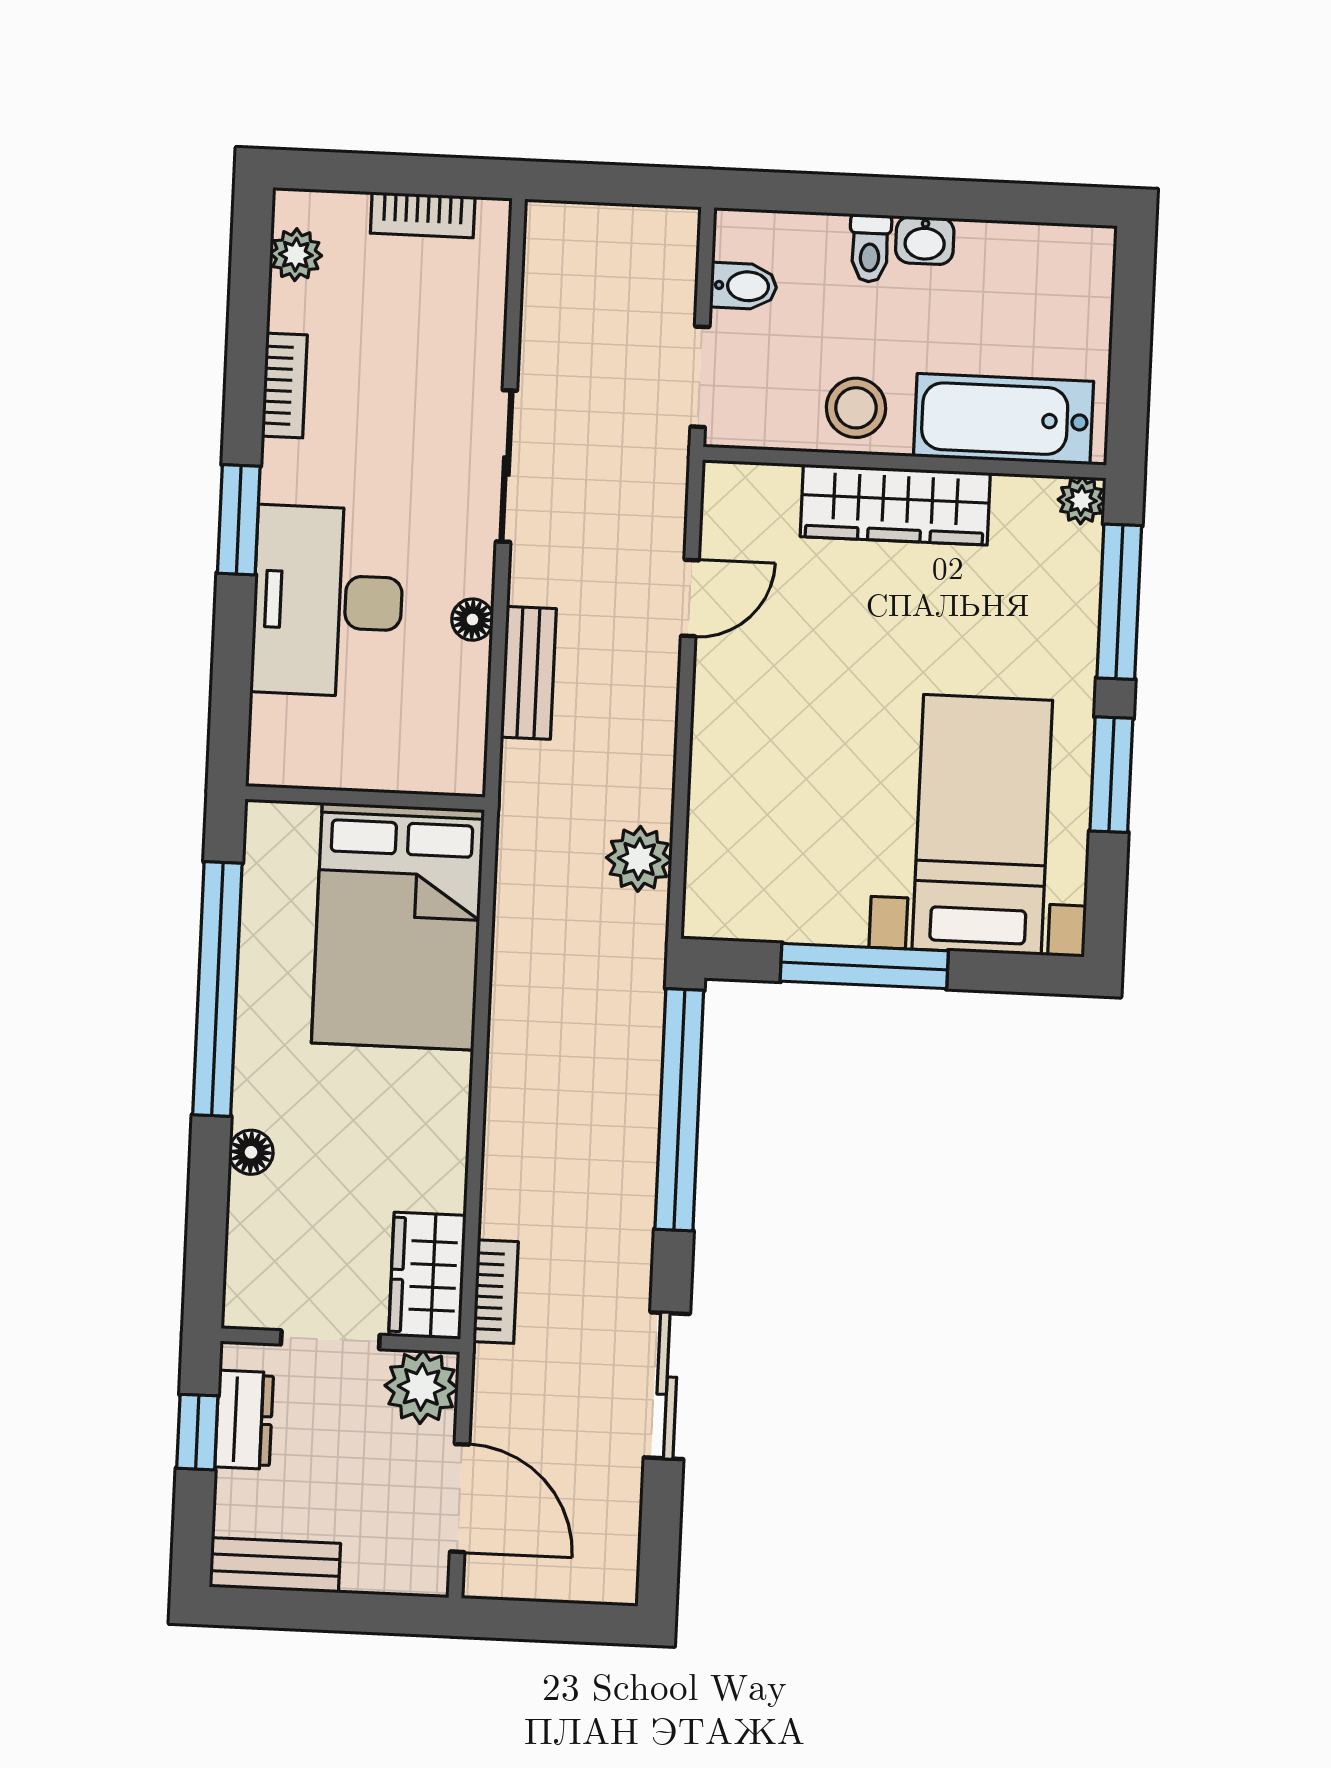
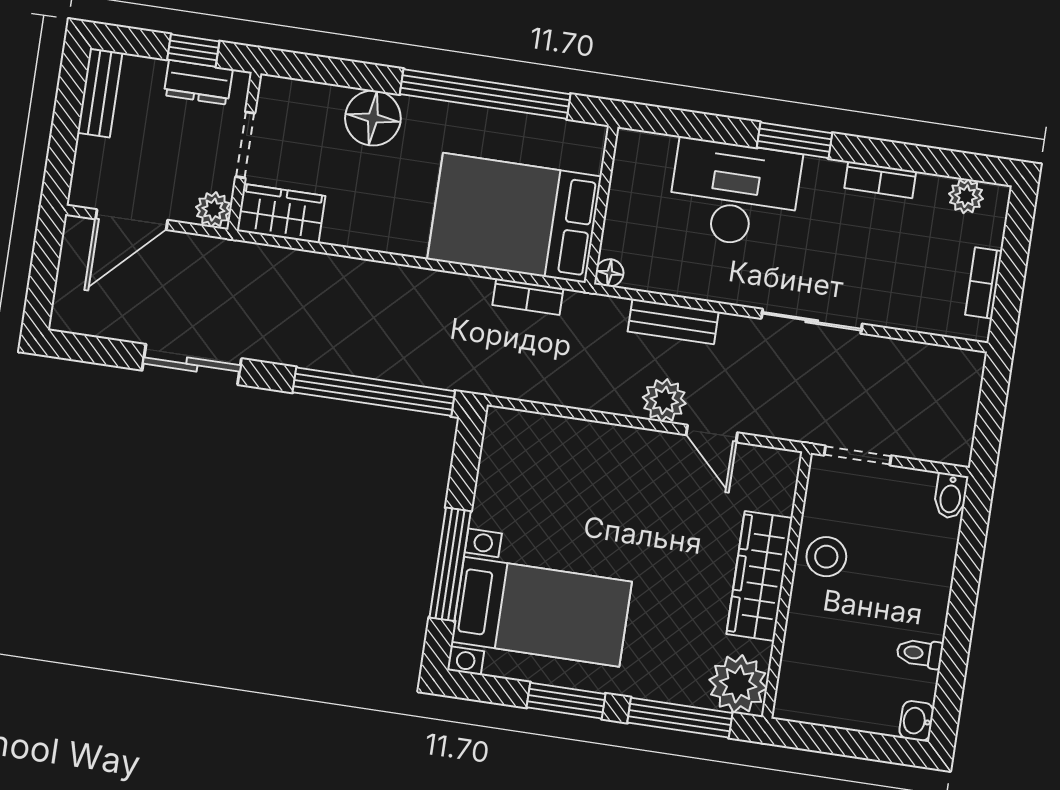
washbasin: (925, 240) -> (916, 721), moved
toilet: (870, 248) -> (920, 653), moved
bidet: (743, 286) -> (951, 496), moved
bathtub: (1004, 419) -> (809, 654), removed
plant: (1081, 500) -> (738, 684), width x1.88, depth x1.88
floor lamp: (472, 620) -> (610, 273), moved
plant: (639, 859) -> (664, 400), moved
window: (864, 966) -> (450, 564), moved
floor lamp: (251, 1152) -> (373, 118), width x1.89, depth x1.89
bookcase: (496, 1292) -> (528, 297), moved
plant: (422, 1387) -> (213, 210), width x0.73, depth x0.73

